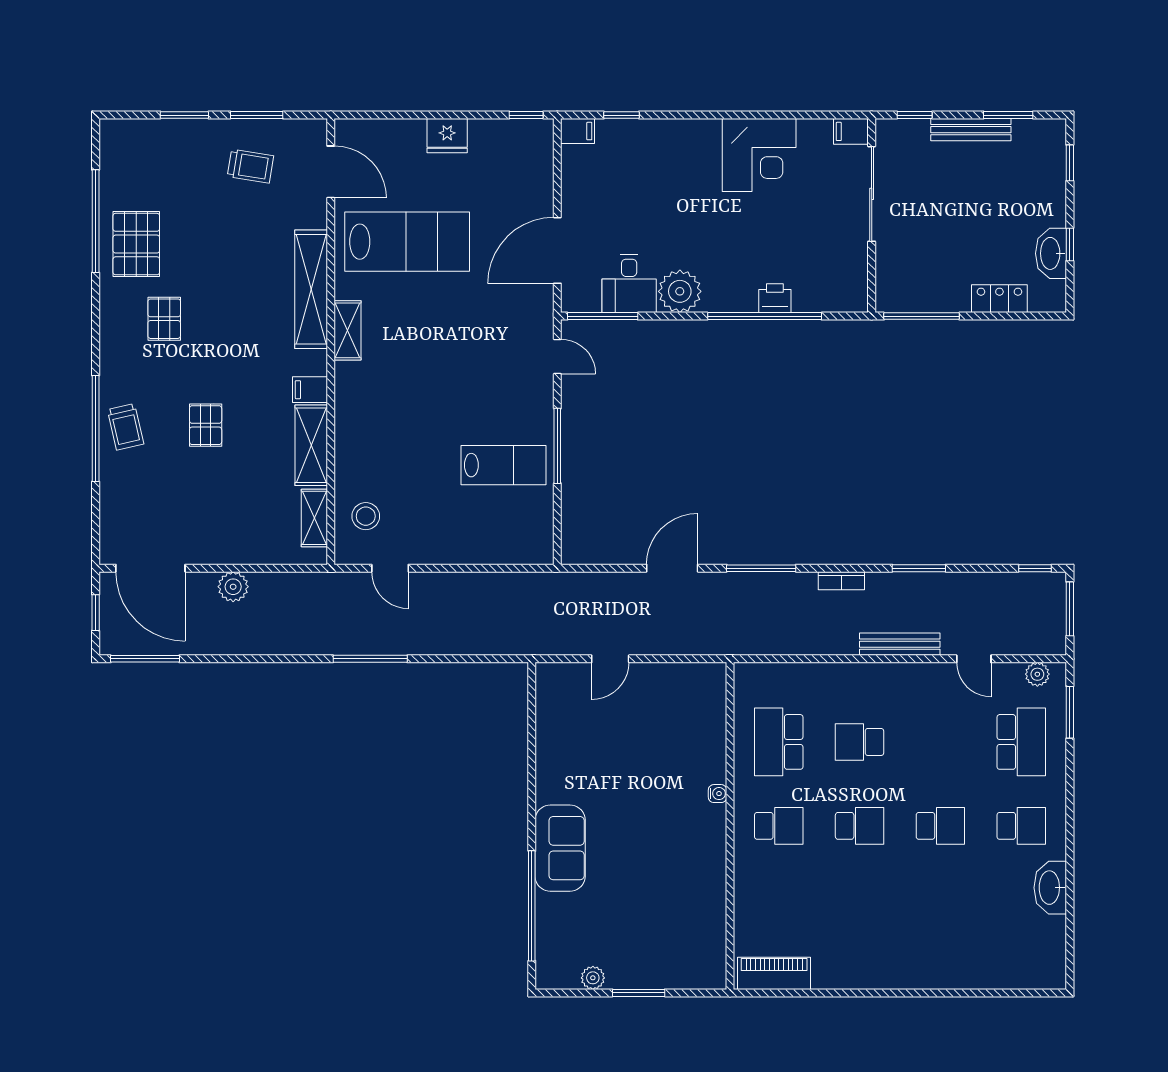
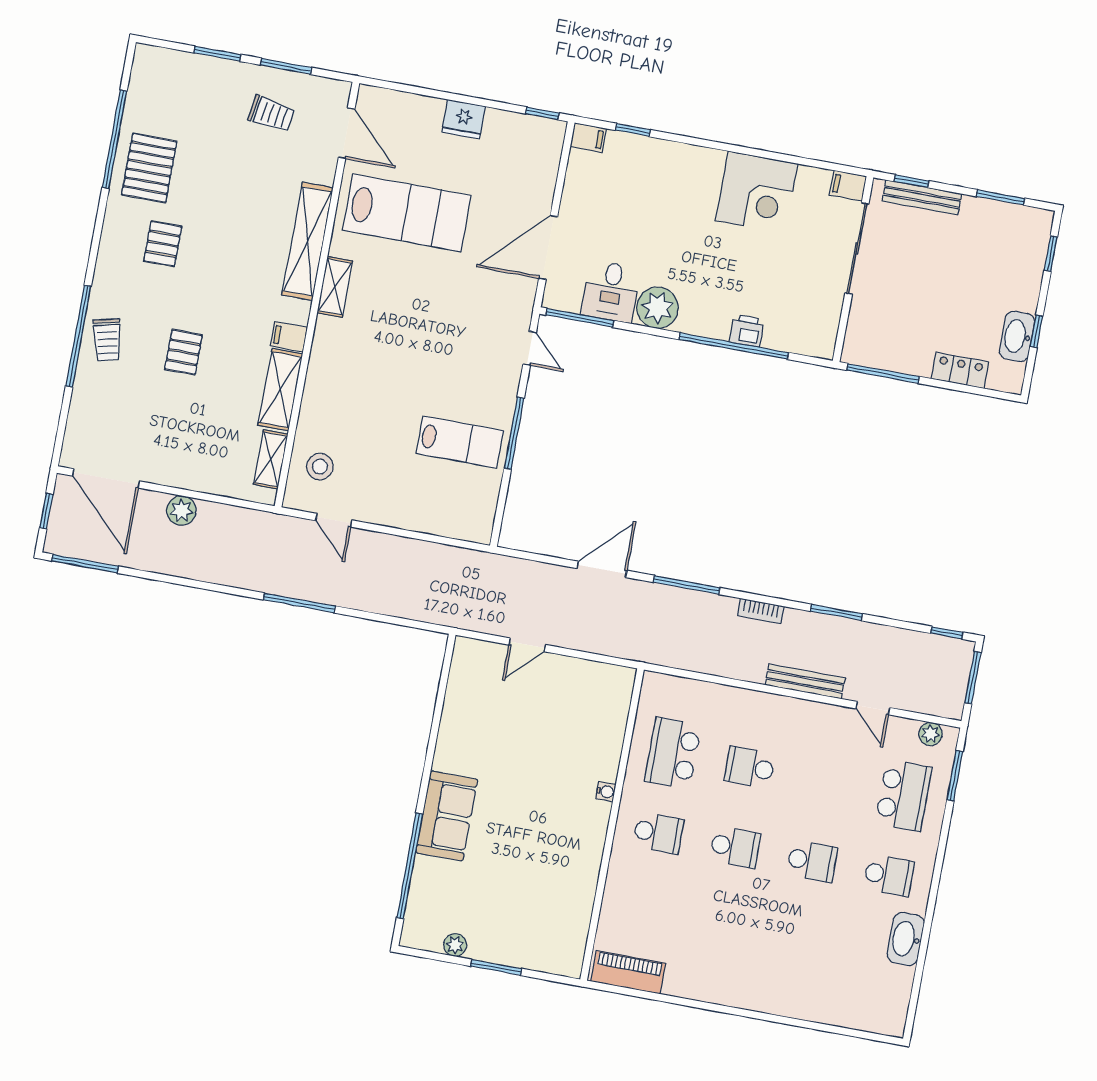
bench: (971, 130) -> (922, 197), moved

